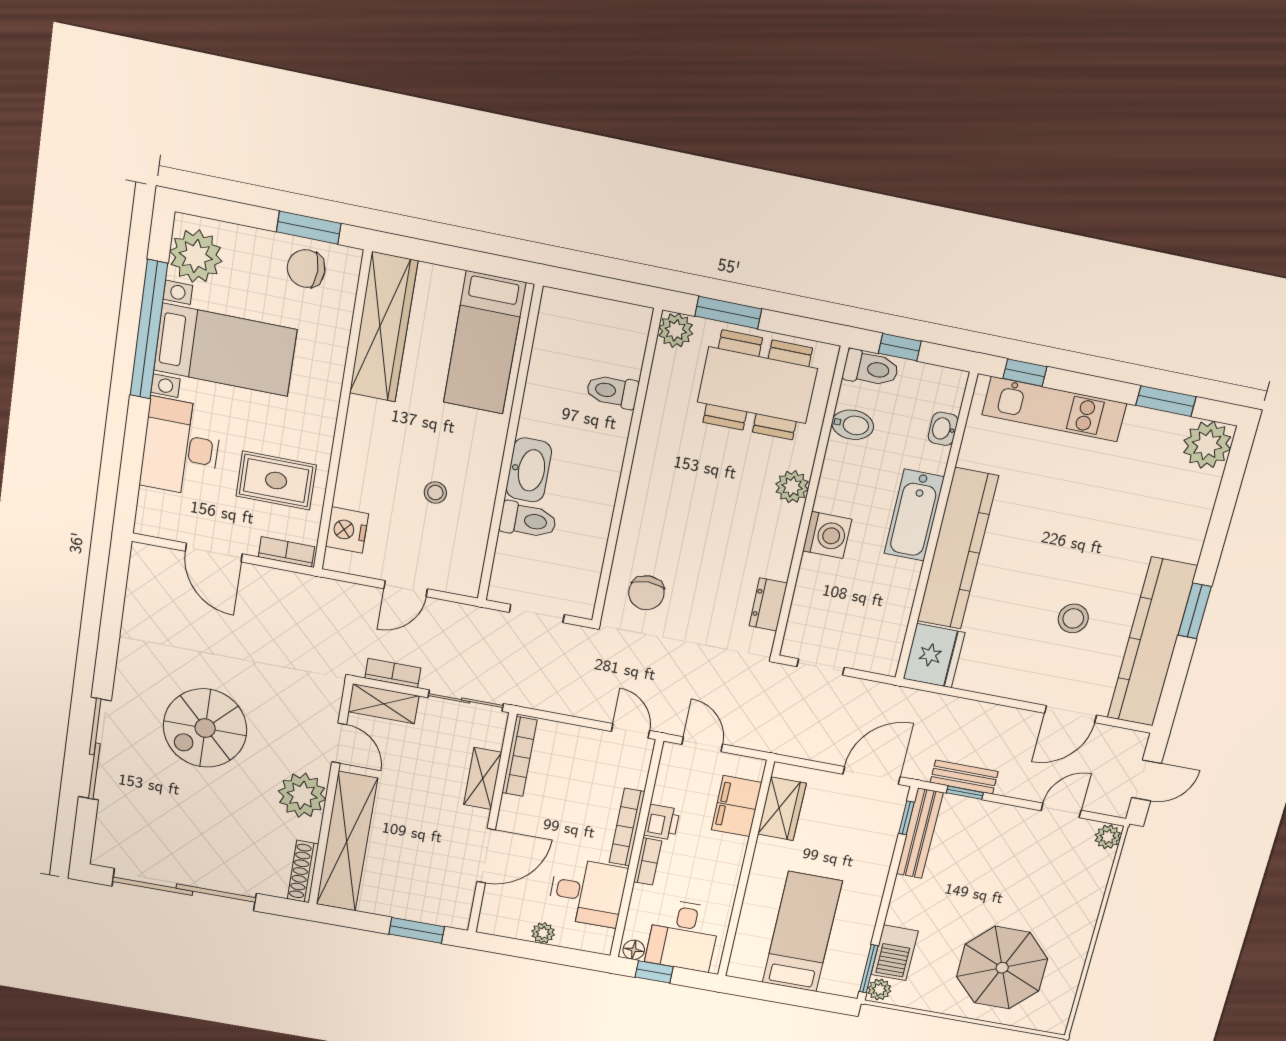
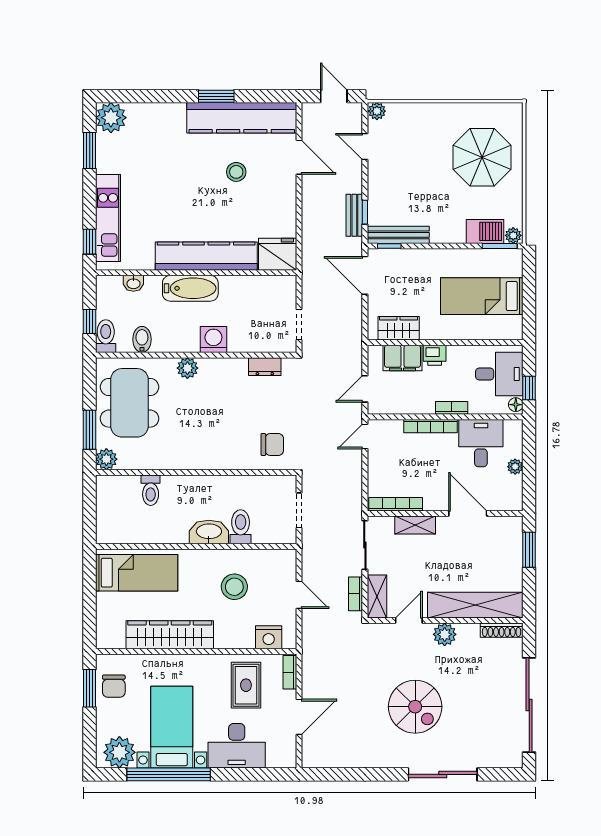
wardrobe: (384, 327) -> (170, 635), moved
stool: (435, 493) -> (234, 587), width x1.89, depth x1.89
plant: (302, 795) -> (445, 634), width x0.73, depth x0.73
printer: (662, 822) -> (435, 355), moved, turned 180

